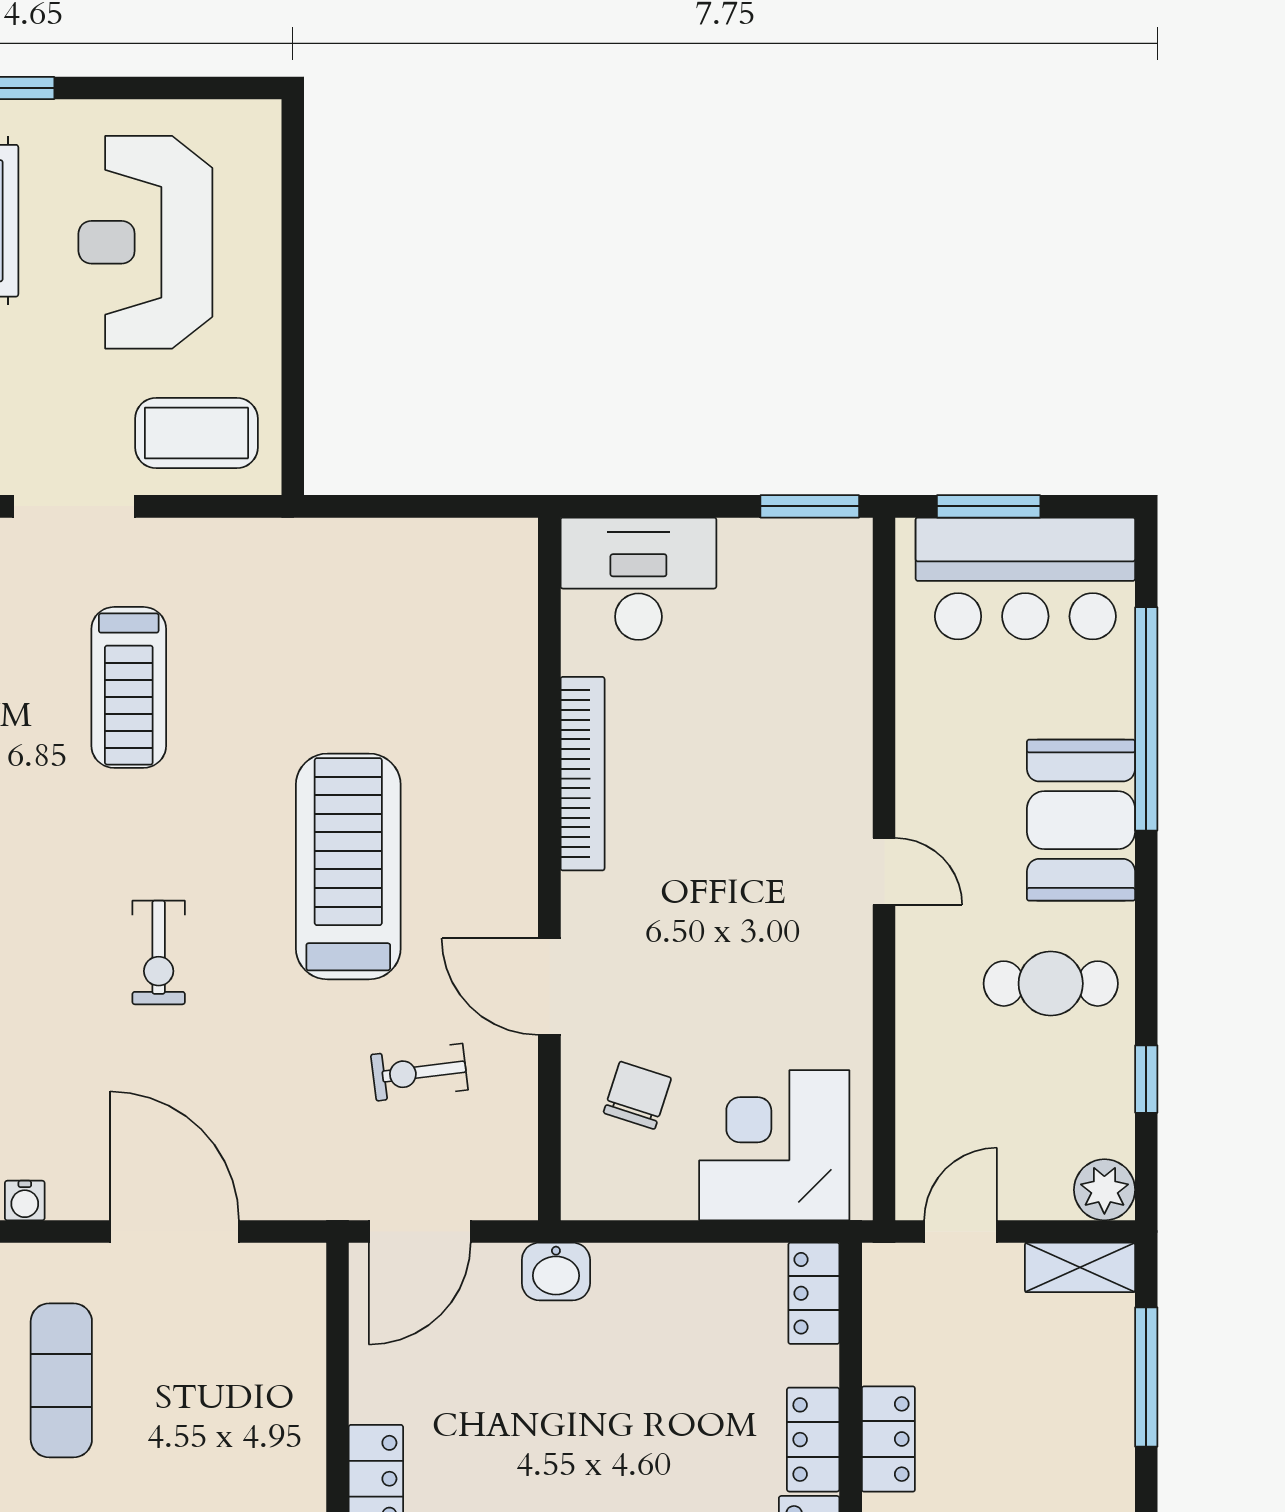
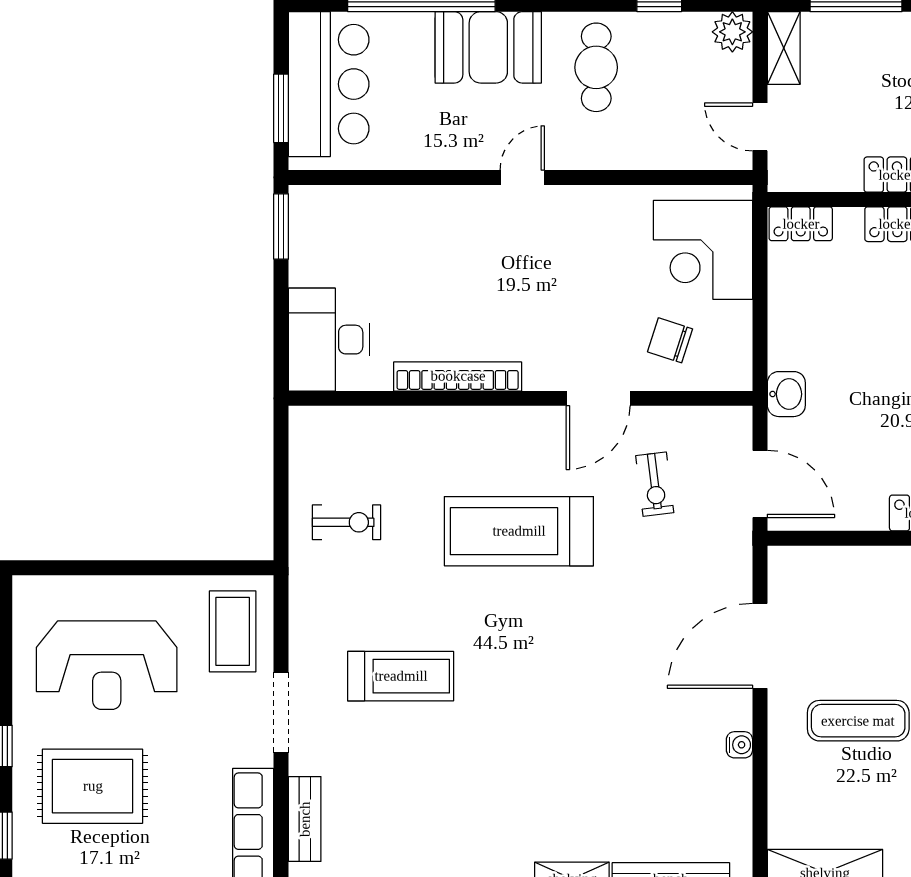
exercise bike: (159, 952) -> (347, 522), moved

